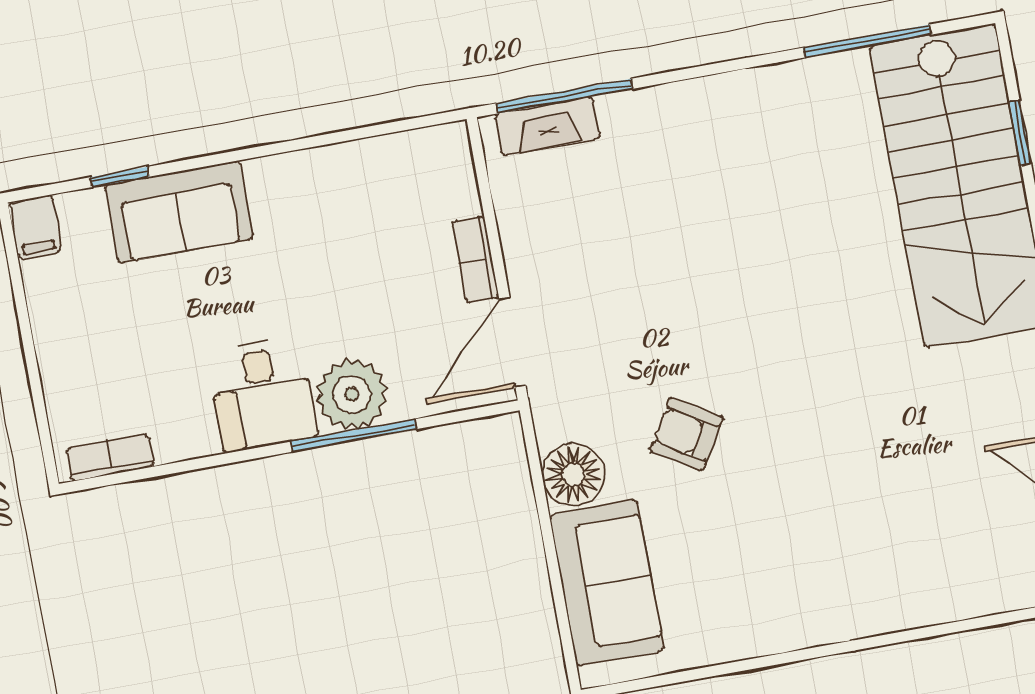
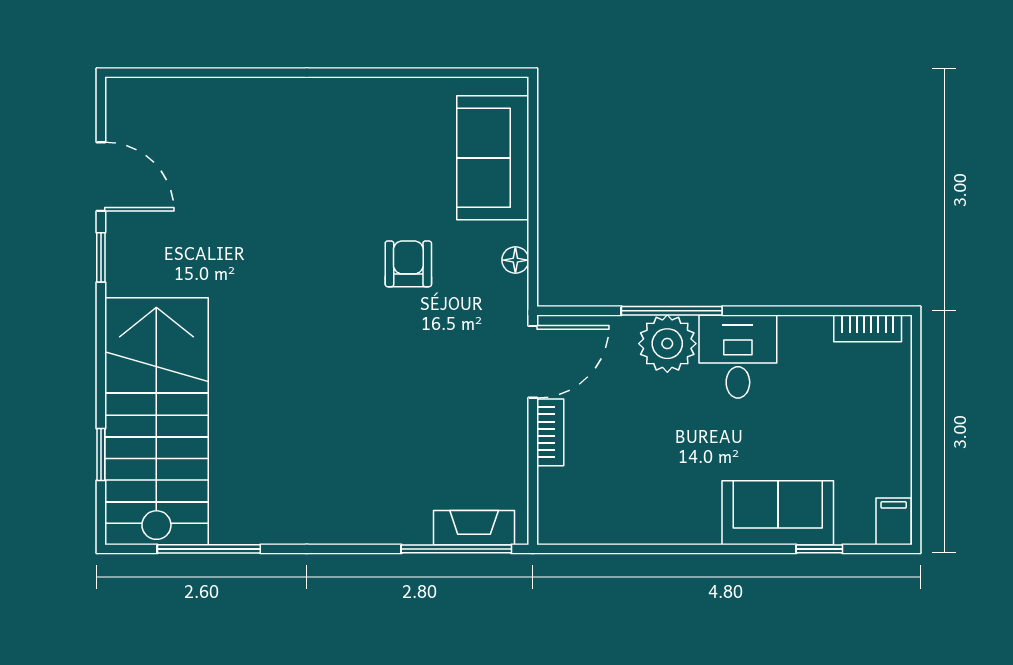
armchair: (686, 434) -> (408, 264), turned -121
floor lamp: (573, 475) -> (515, 260), width x0.53, depth x0.53

